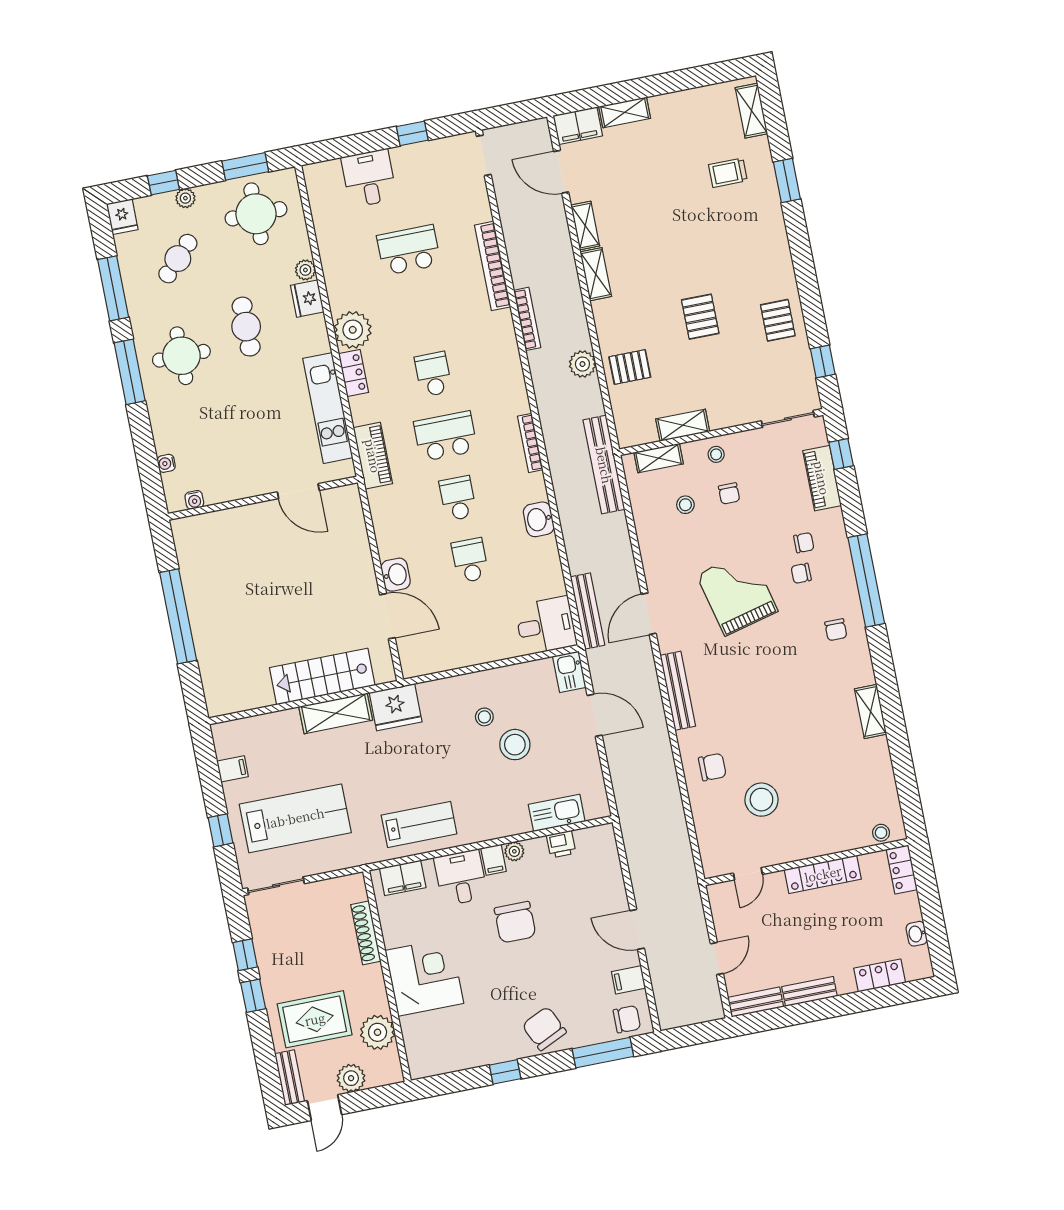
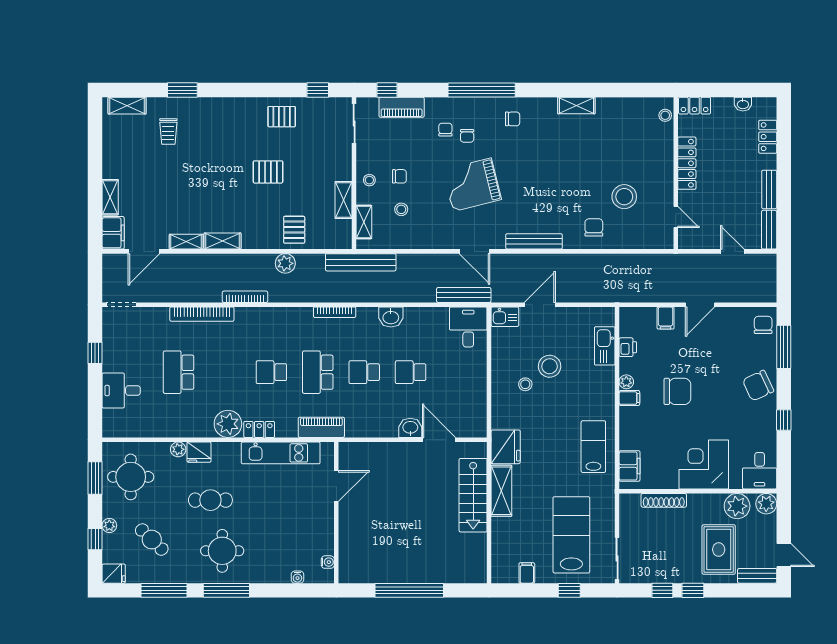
door: (387, 616) -> (439, 440), hinge flipped
desk: (461, 878) -> (760, 471), moved, turned -90
filing cabinet: (628, 980) -> (666, 318), moved
plant: (351, 1078) -> (766, 504), moved

